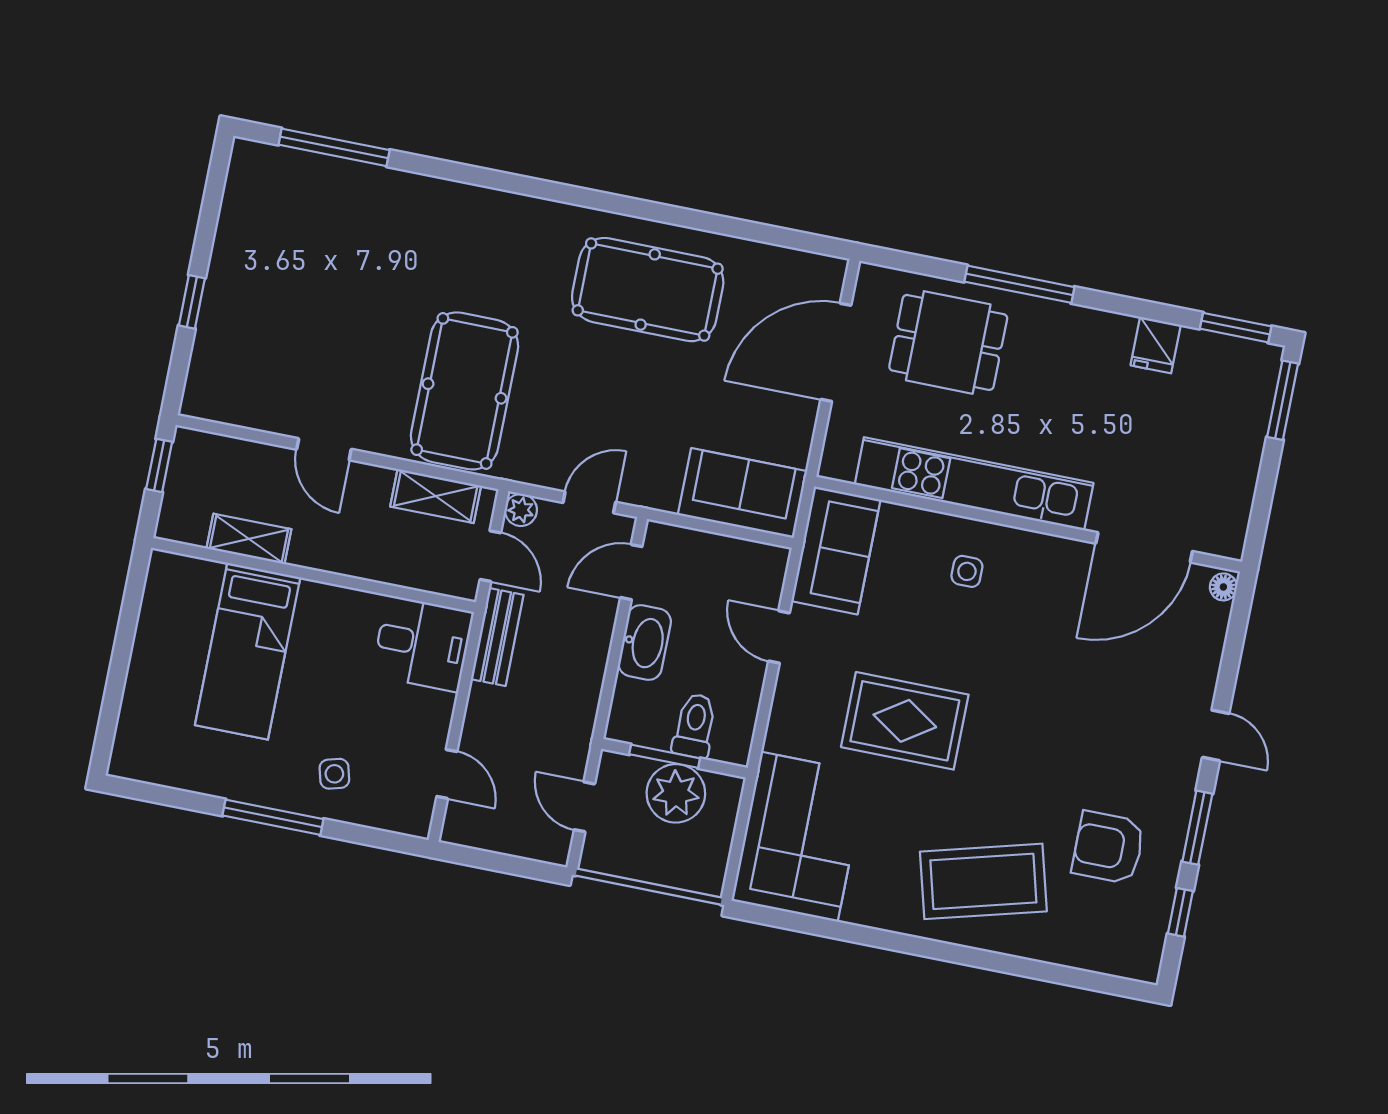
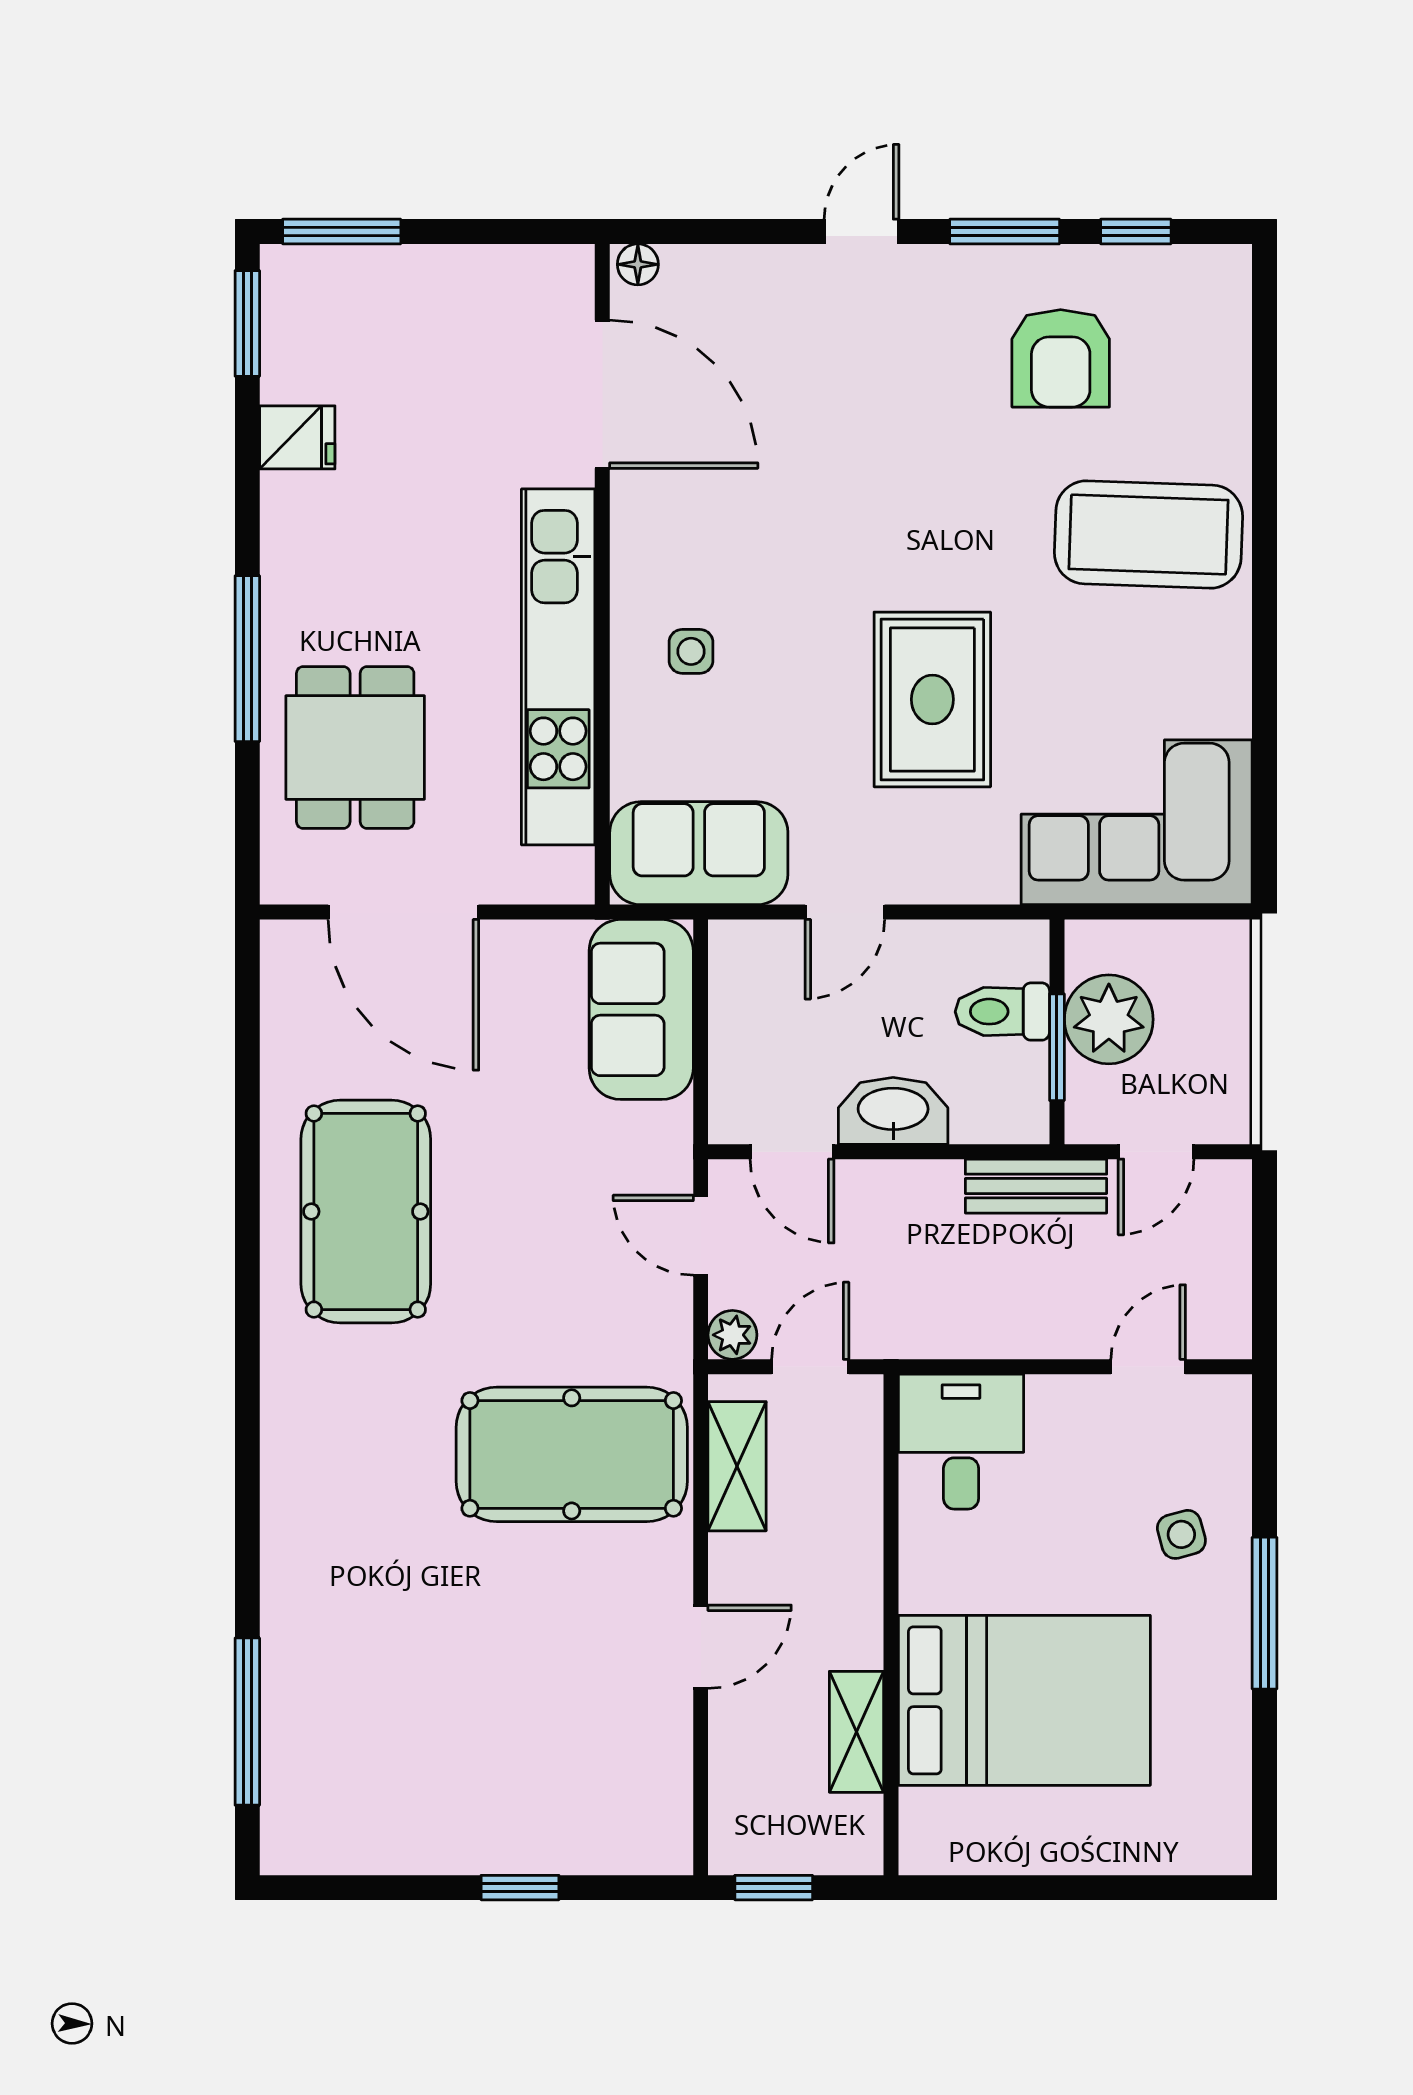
bench: (497, 637) -> (1036, 1186), moved
bed: (248, 651) -> (1024, 1700), width x1.50
coffee table: (983, 881) -> (1148, 535), turned -73

